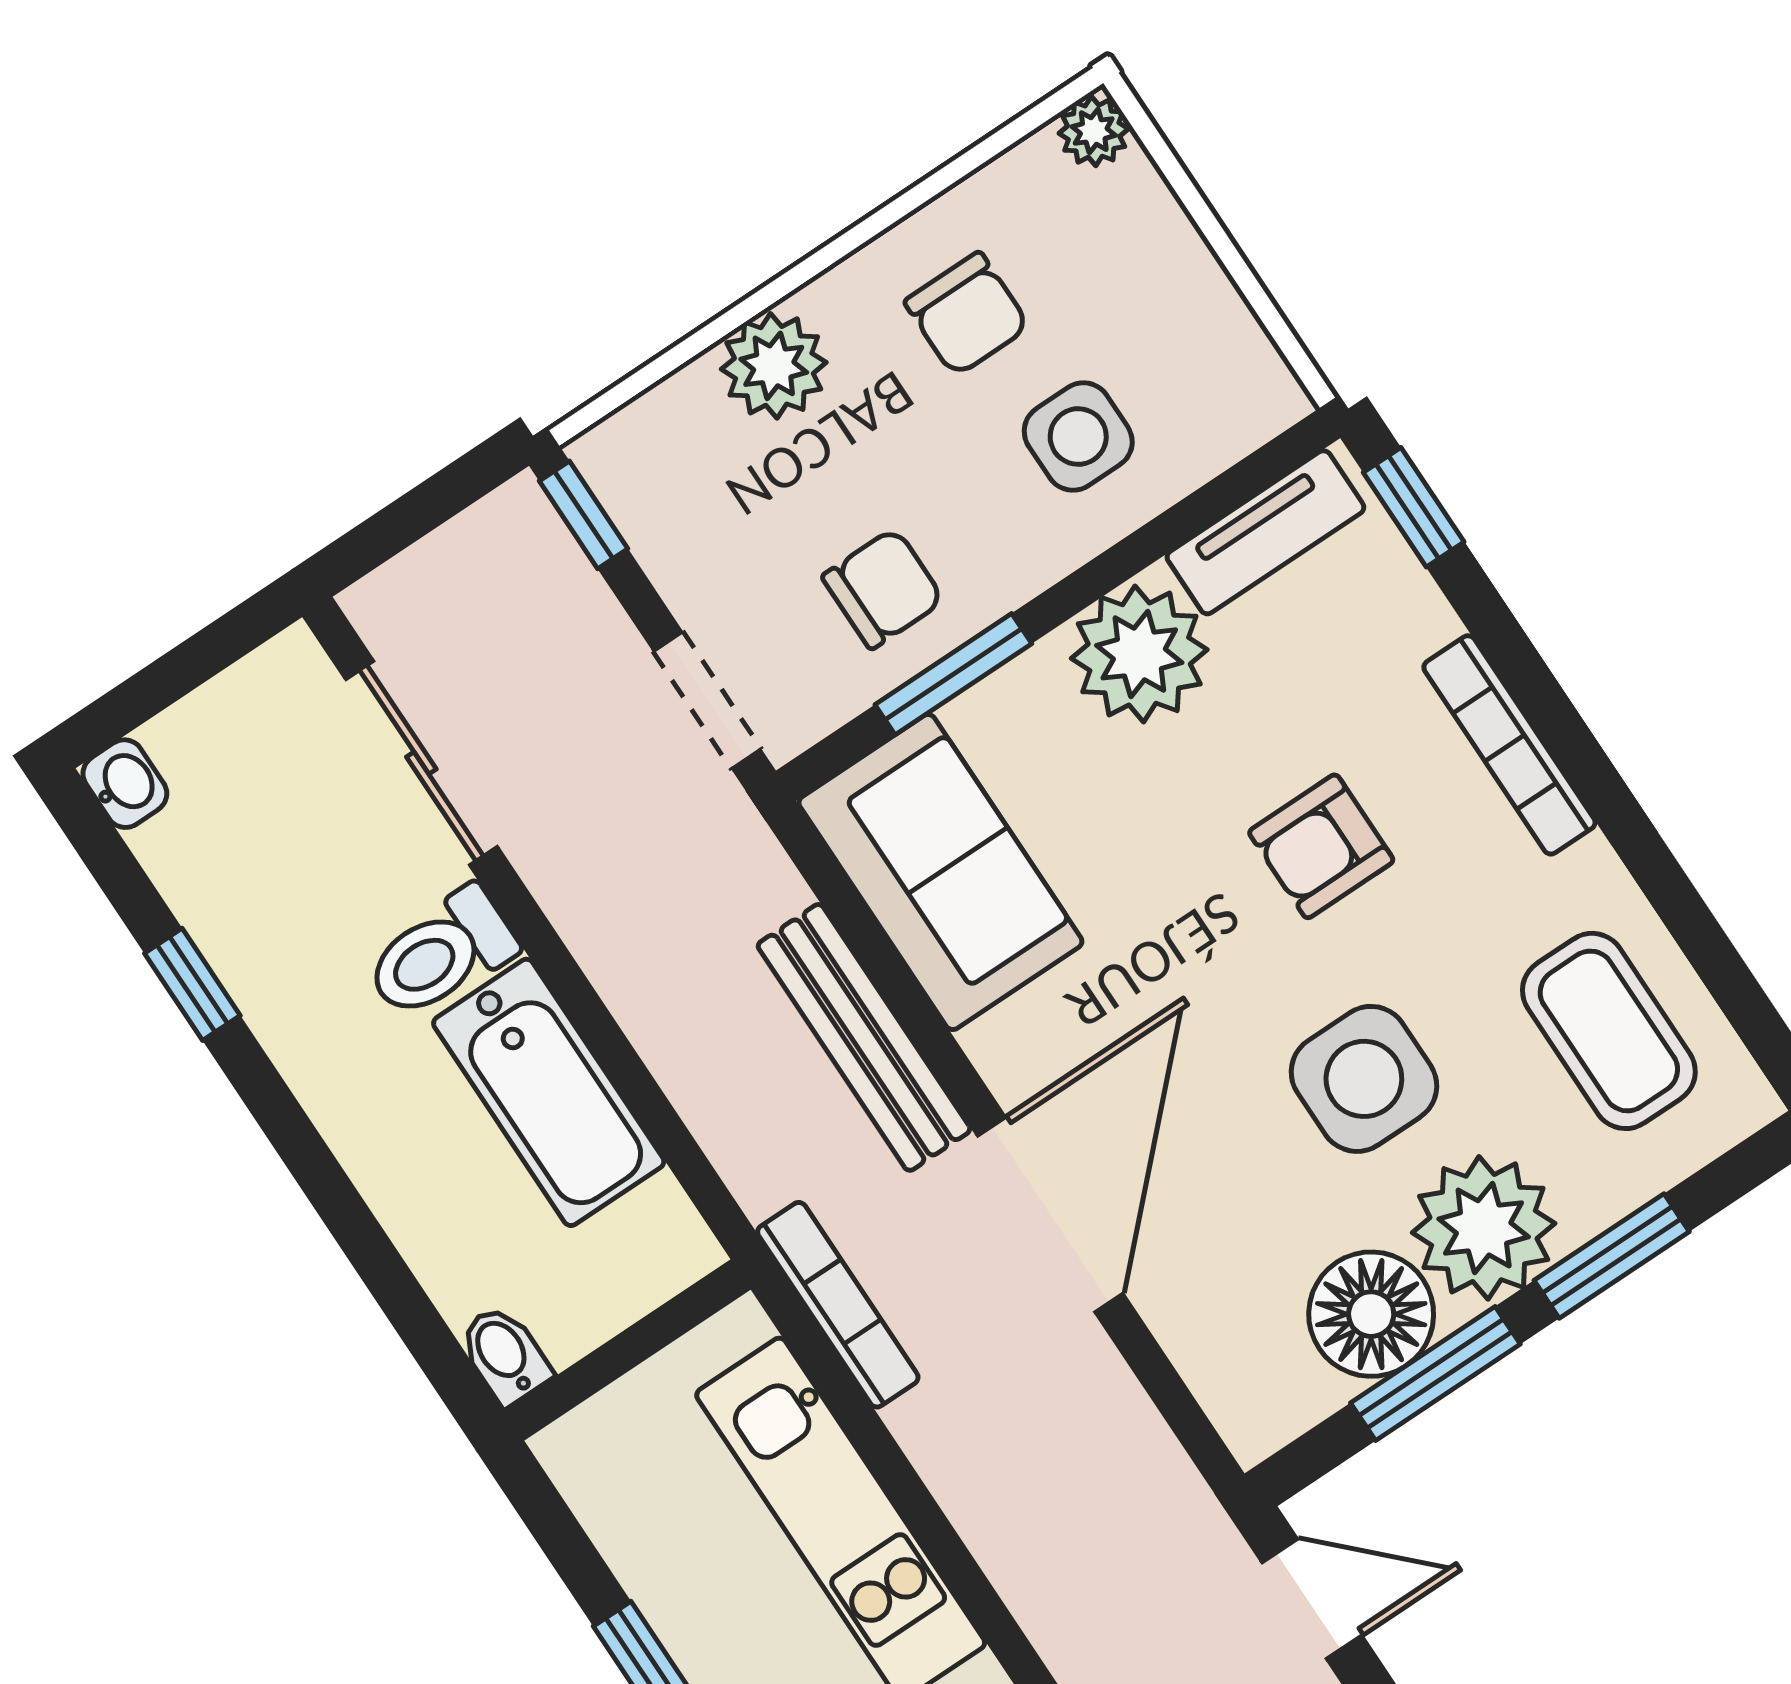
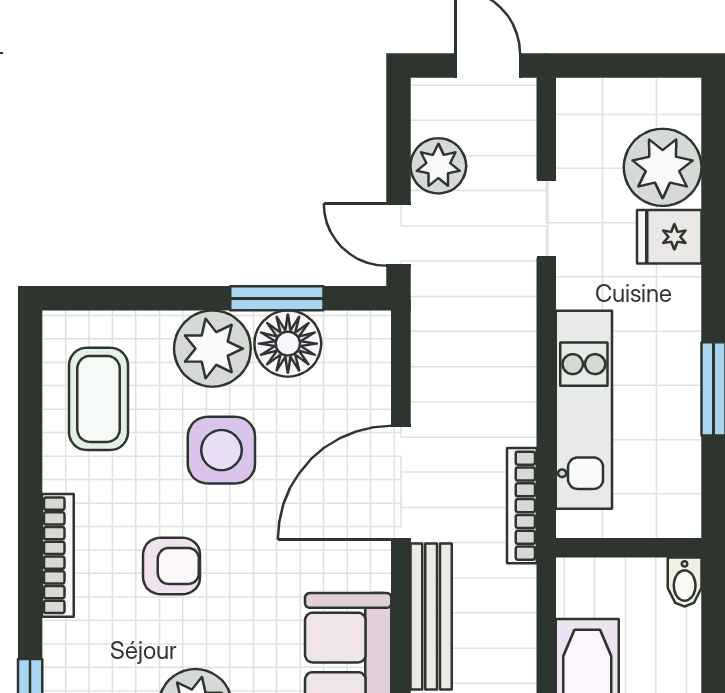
window: (1612, 1256) -> (164, 298), removed

